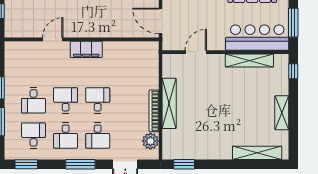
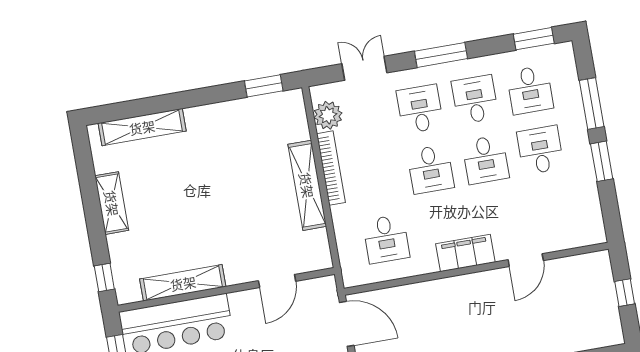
desk: (130, 65) -> (386, 239), added

